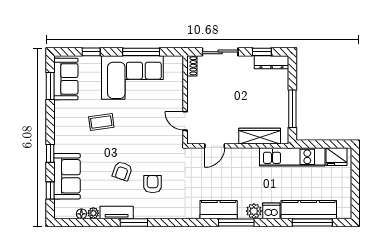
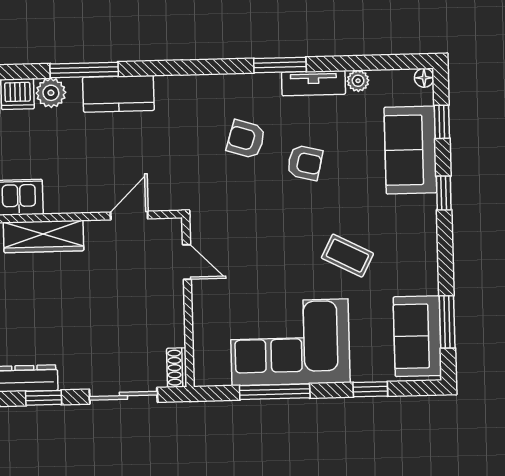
coffee table: (101, 122) -> (347, 256), turned 35
armchair: (122, 171) -> (305, 163), turned 84
armchair: (153, 184) -> (246, 139), turned 107
floor lamp: (81, 214) -> (424, 78), moved

